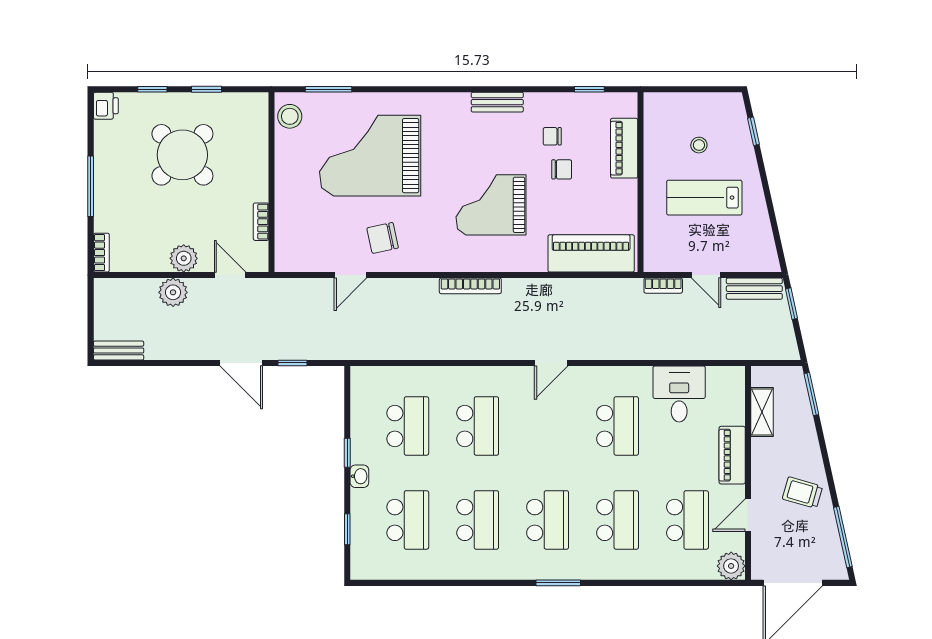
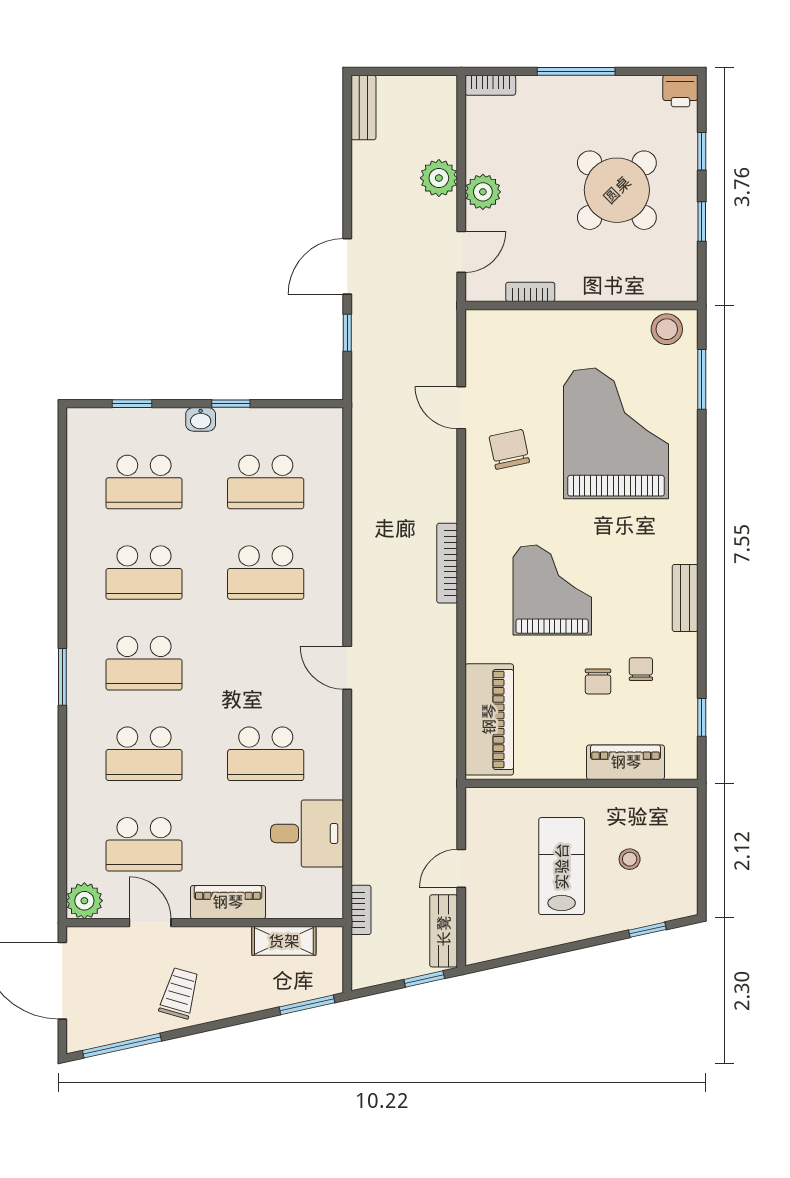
bookcase: (663, 286) -> (361, 910), moved, turned 180

